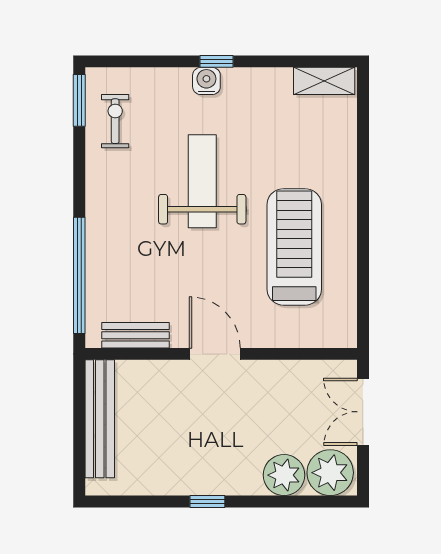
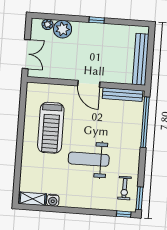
window: (217, 61) -> (124, 214), moved
water cooler: (206, 81) -> (53, 200), moved
weight bench: (202, 181) -> (89, 159), turned 90
bench: (135, 335) -> (123, 94), width x1.36
plant: (330, 473) -> (47, 24), width x0.53, depth x0.53

